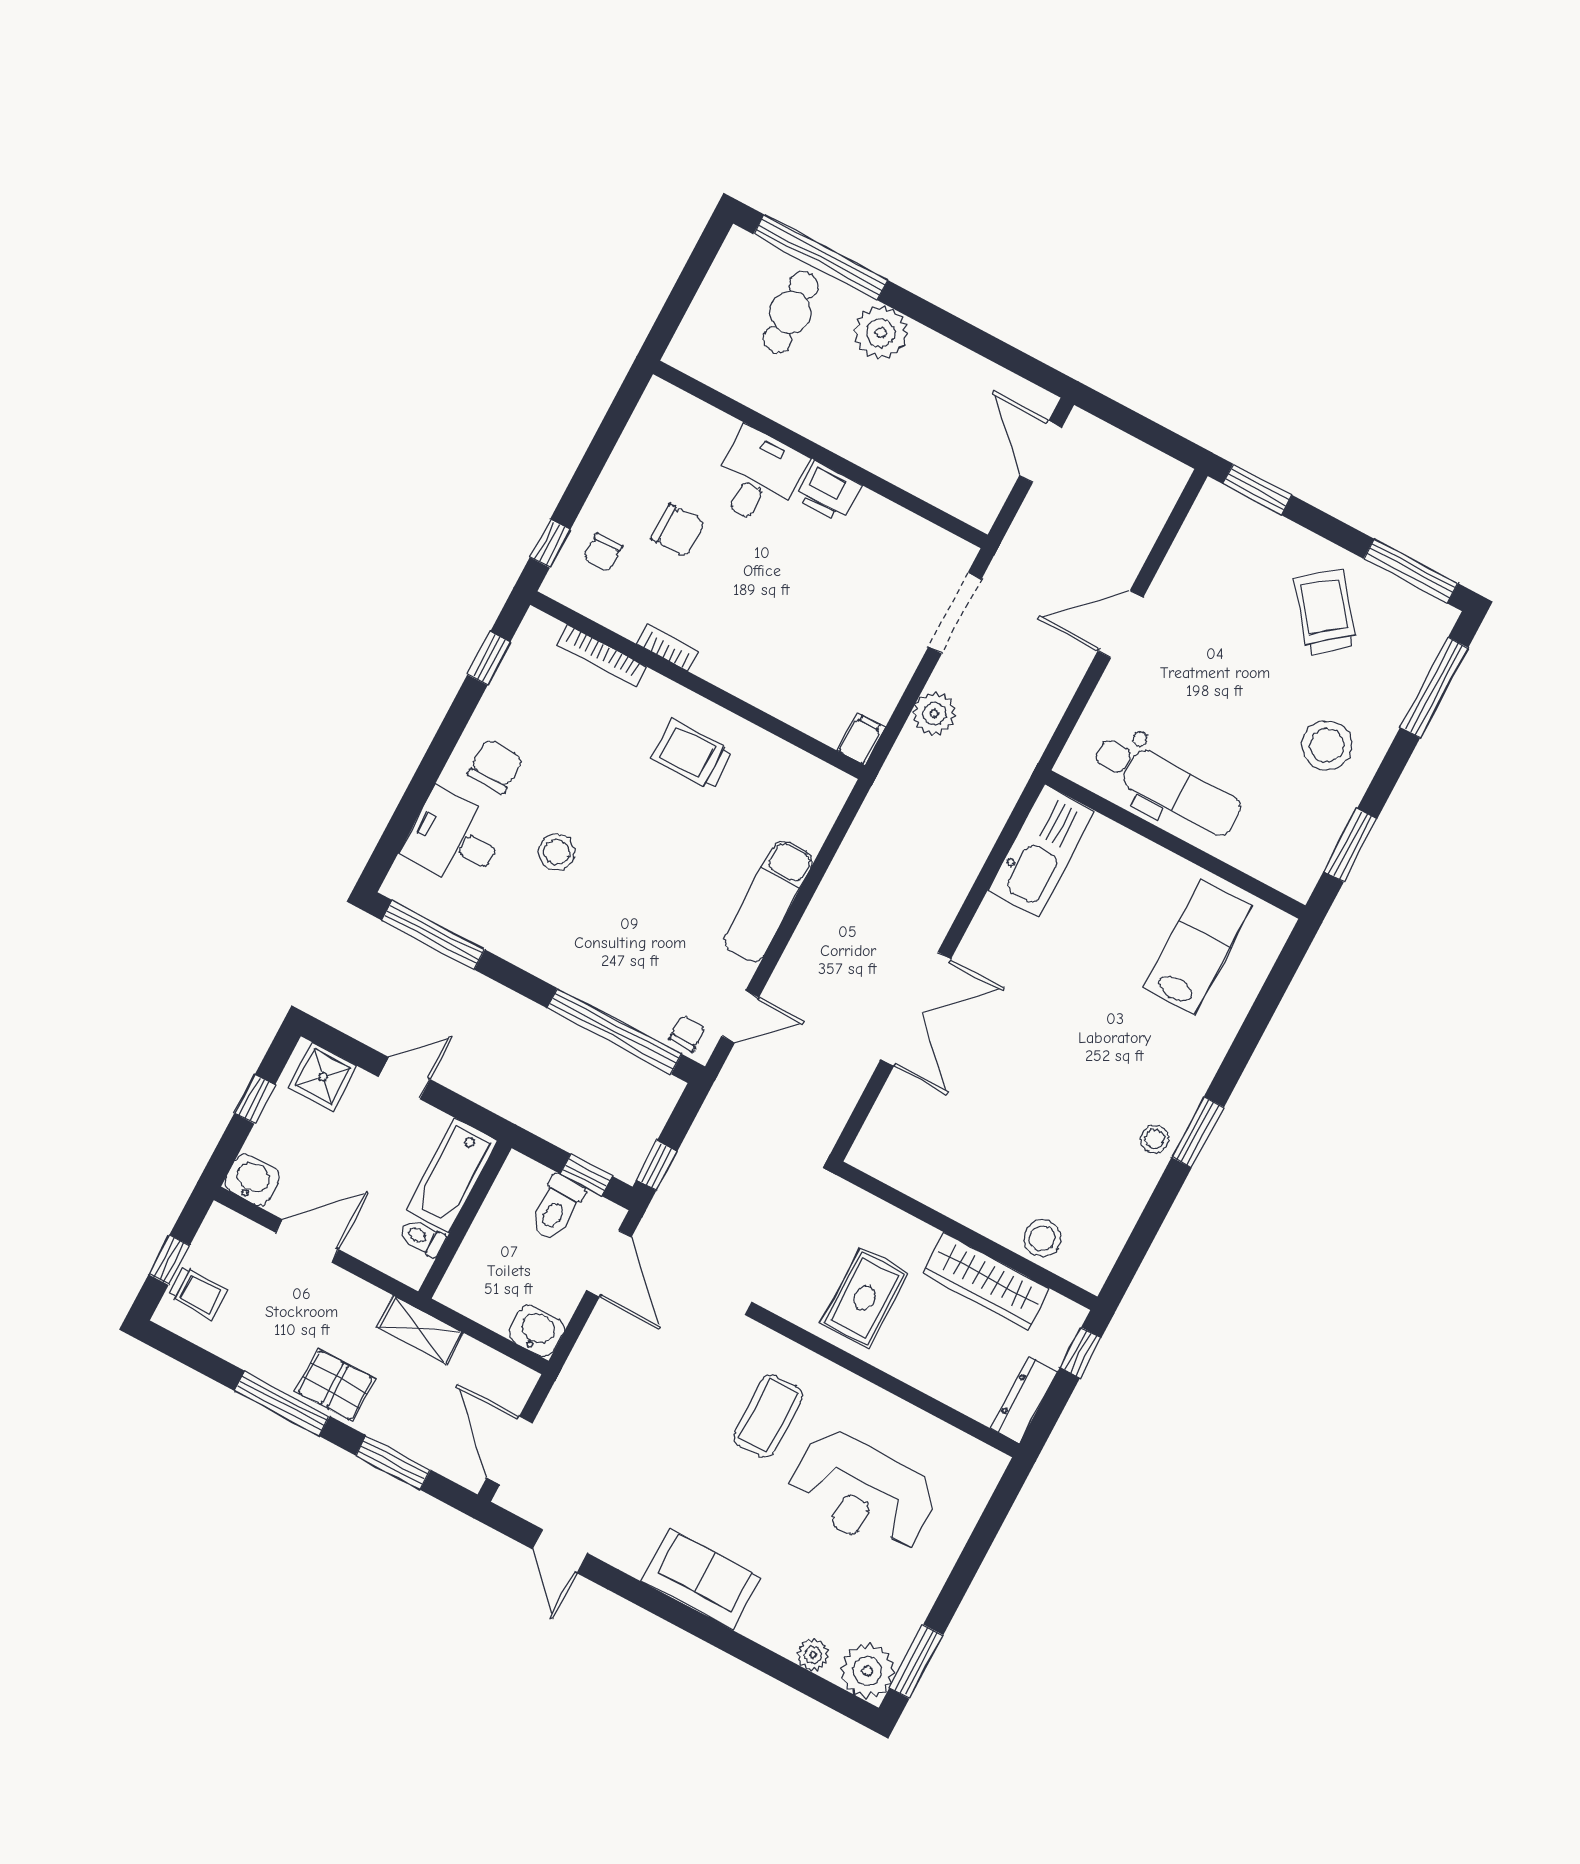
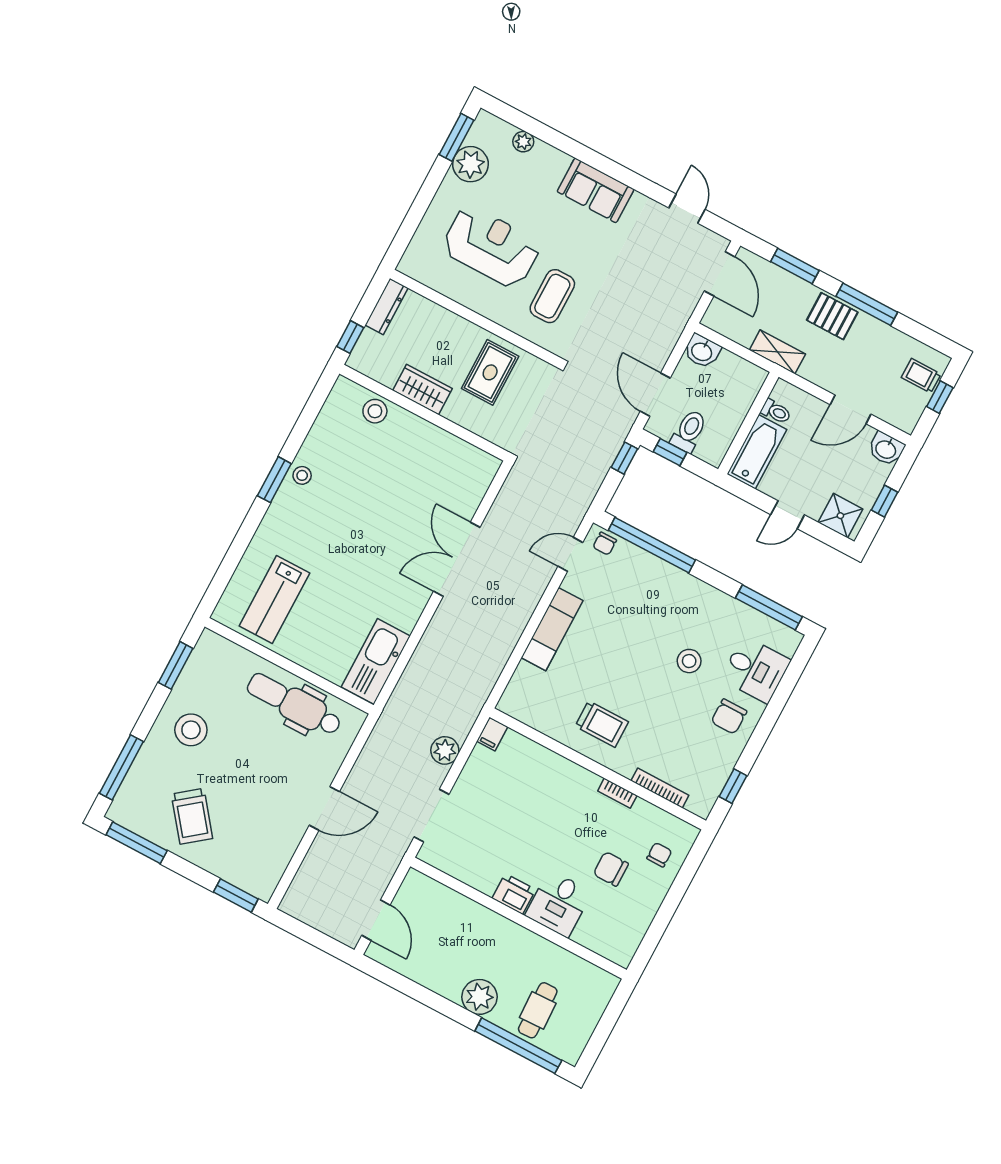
window: (550, 543) -> (693, 861), removed
wardrobe: (986, 1281) -> (422, 390), width x0.67
plant: (867, 1671) -> (470, 164), moved

